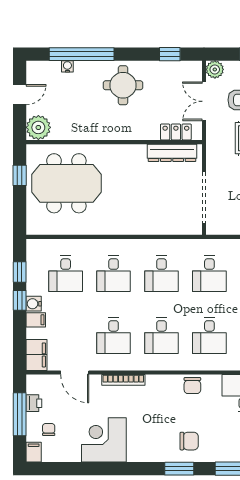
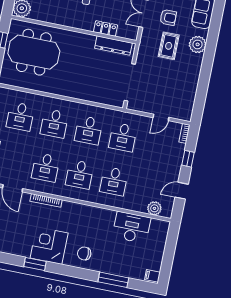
locker: (176, 132) -> (106, 28), moved
chair: (192, 386) -> (95, 214), removed
corner desk: (104, 440) -> (49, 246), moved
chair: (189, 441) -> (84, 253), turned 180
window: (179, 469) -> (35, 264), moved

